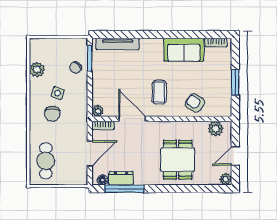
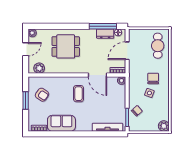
plant: (37, 70) -> (164, 126), moved
armchair: (195, 103) -> (42, 95), moved
dining table: (178, 160) -> (66, 46), turned 90

